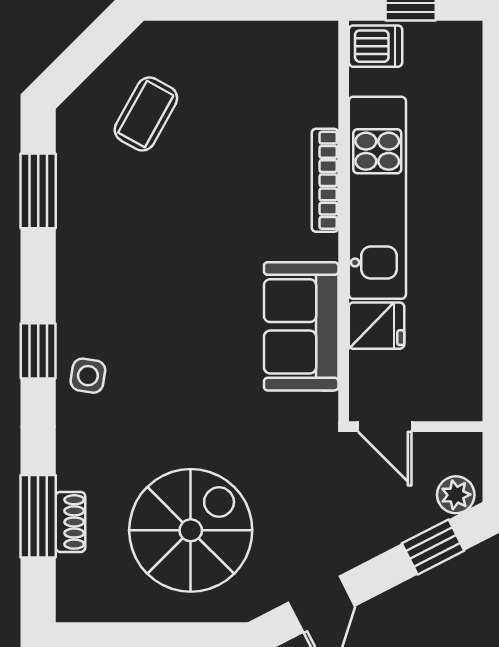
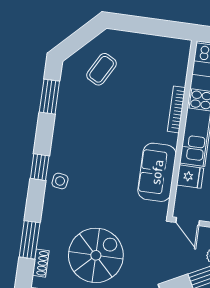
shoe rack: (70, 522) -> (41, 263), moved

